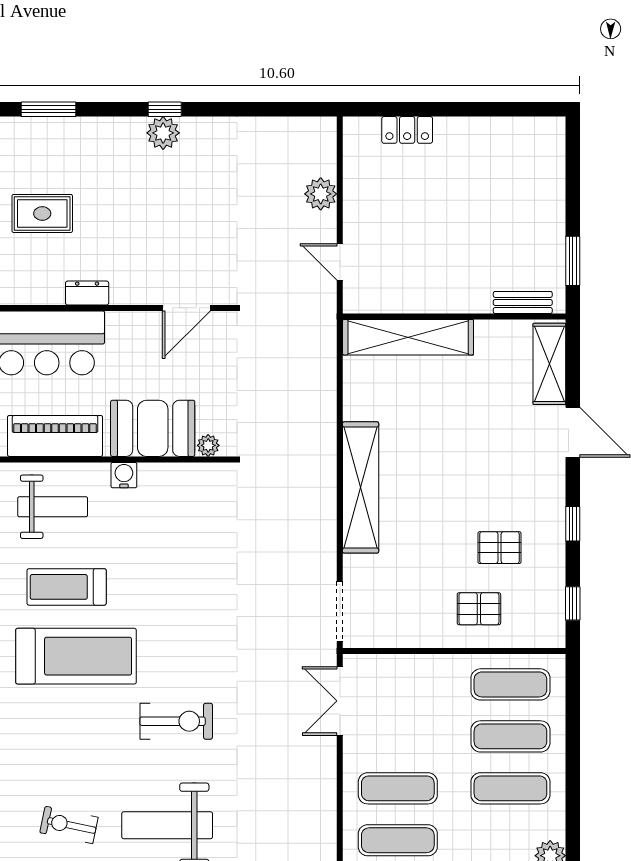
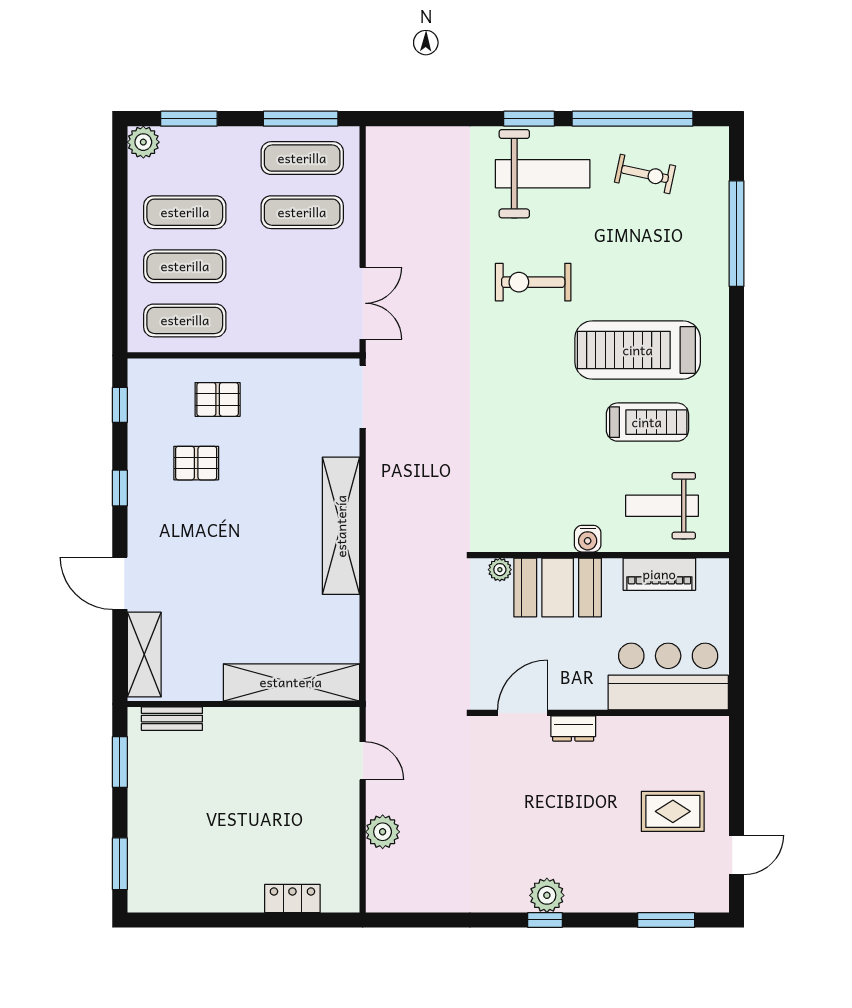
window: (573, 163) -> (120, 864), added
dresser: (87, 293) -> (573, 728), moved
piano: (55, 436) -> (659, 574), width x0.73, depth x0.75

